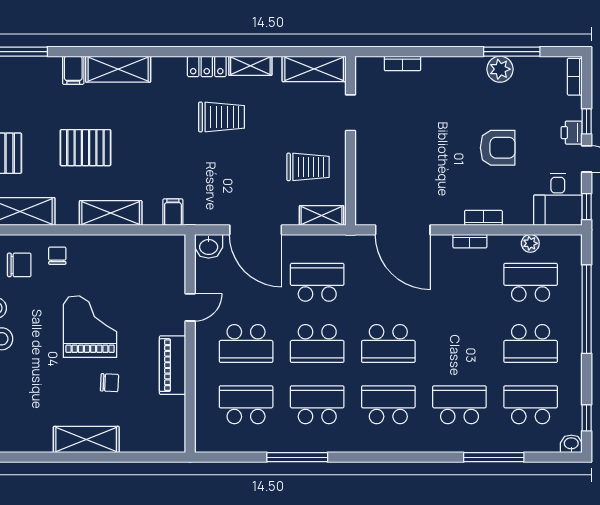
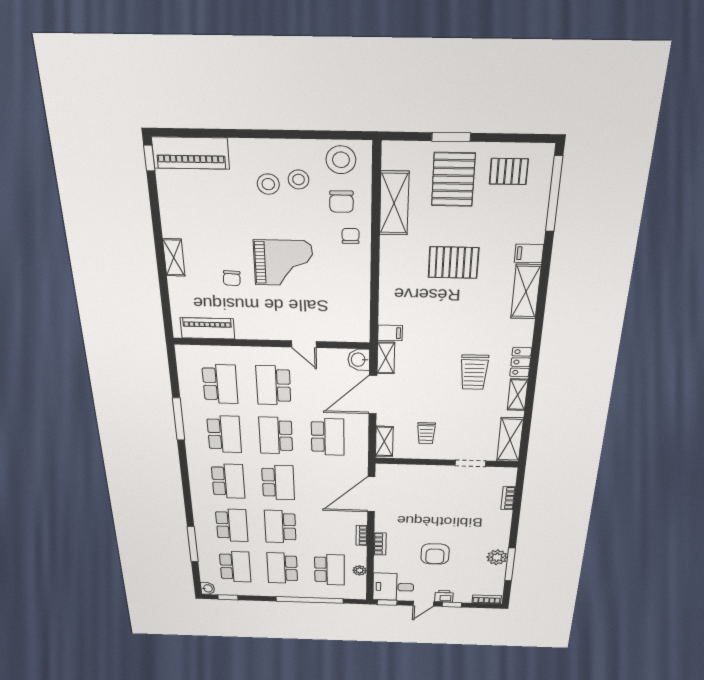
pallet: (85, 148) -> (454, 263), turned 90
trolley: (308, 167) -> (426, 433), width x0.73, depth x0.72
shelving: (111, 213) -> (386, 358), moved, width x0.67, depth x0.75
chair: (57, 256) -> (351, 236), turned -90
school desk: (388, 344) -> (278, 483), turned 180
school desk: (459, 344) -> (280, 527), added
piano: (173, 365) -> (207, 328), moved
shelving: (86, 440) -> (174, 257), width x0.67, depth x0.75

